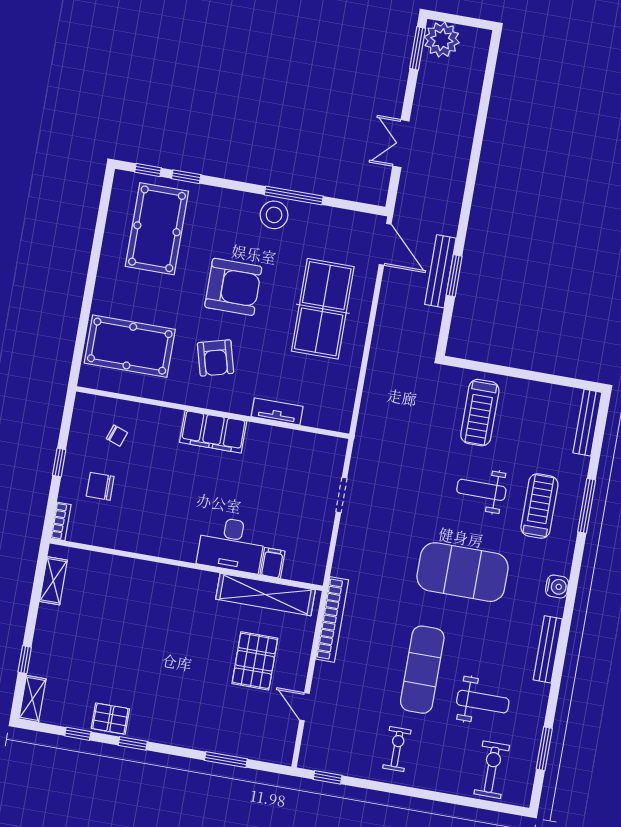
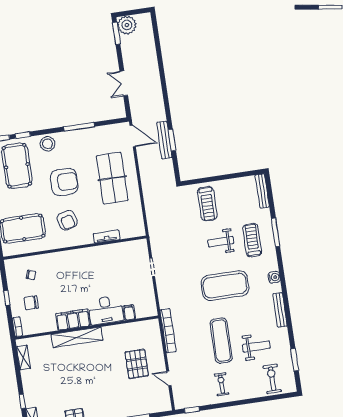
stool: (274, 215) -> (47, 144), moved
filing cabinet: (213, 432) -> (73, 320), moved, turned 180
shelving: (266, 595) -> (77, 337), moved

